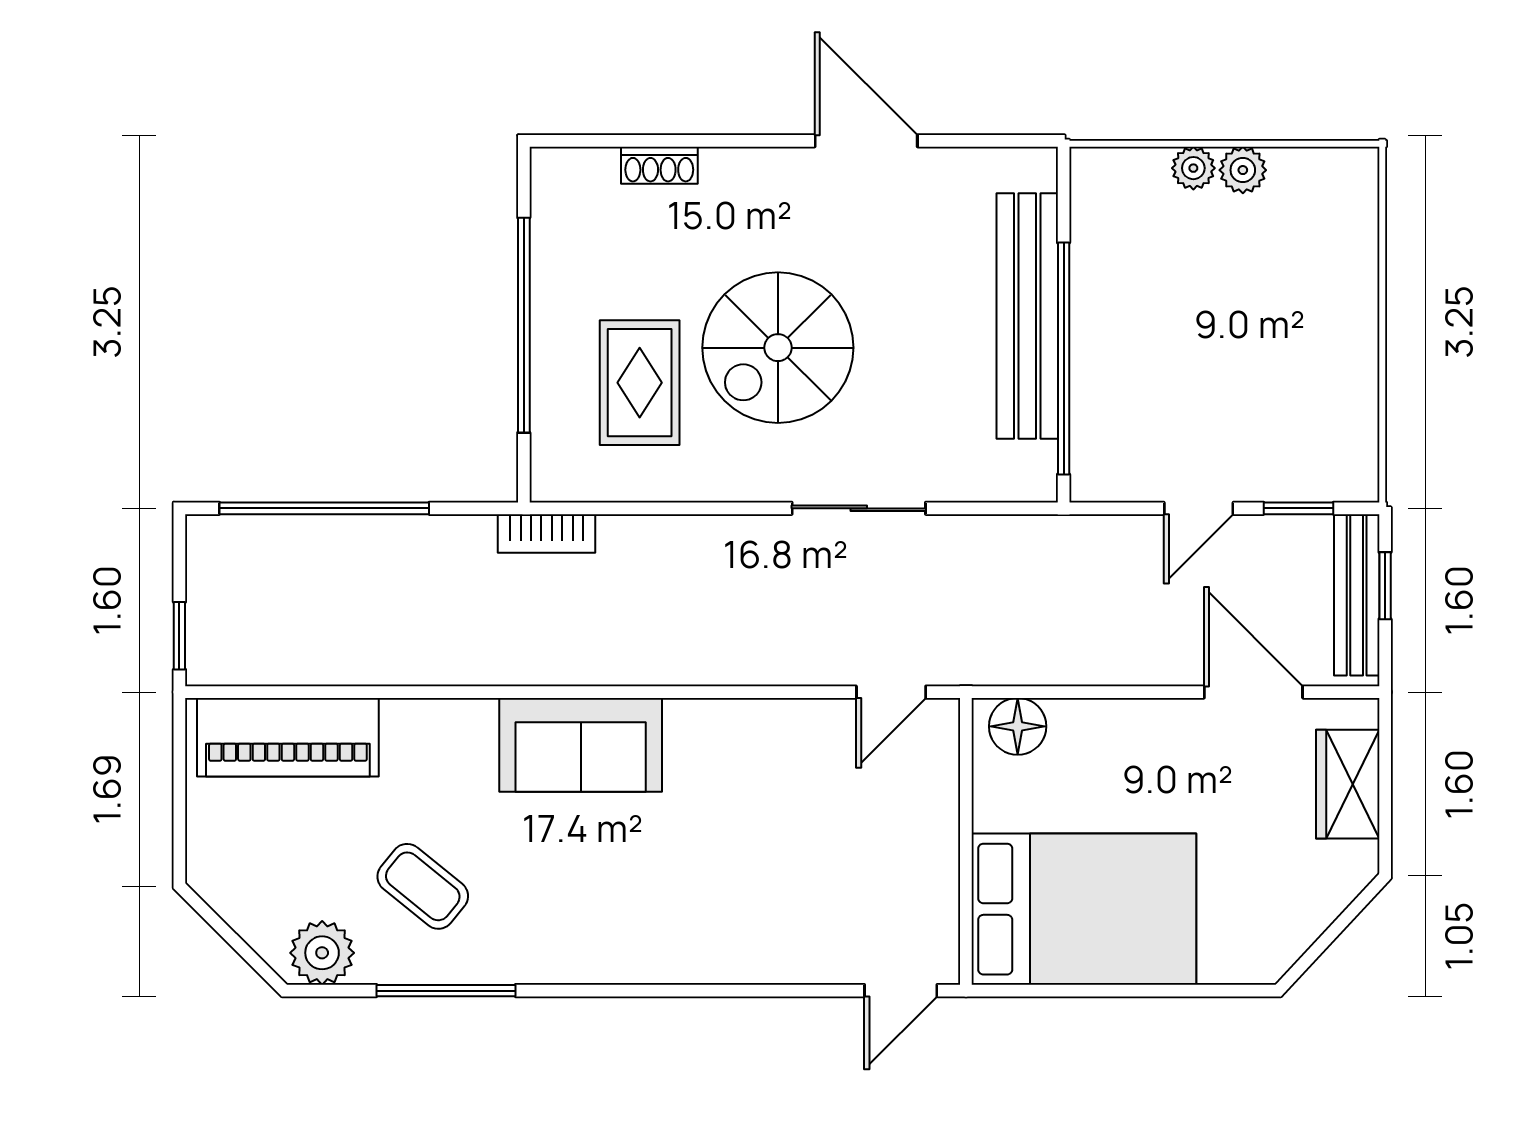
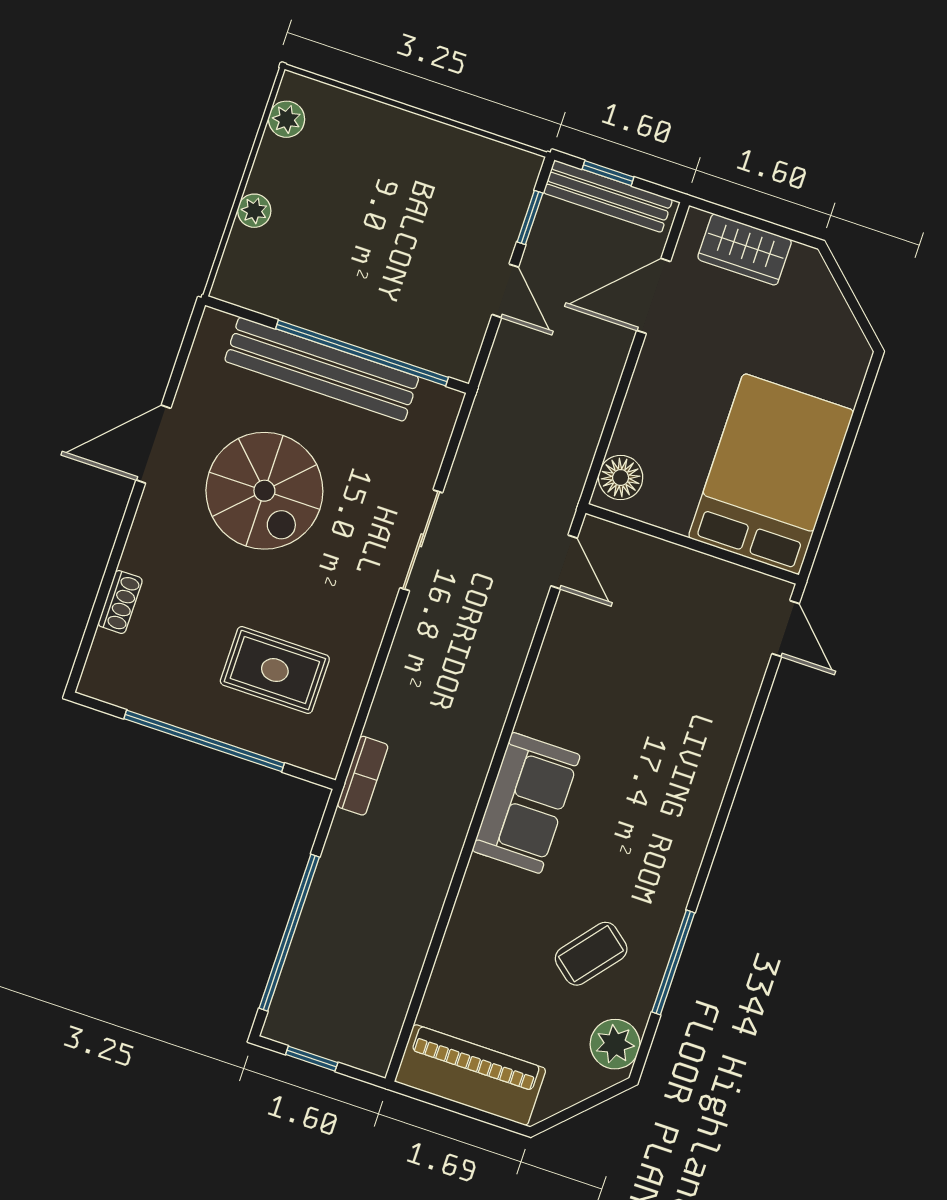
plant: (1243, 170) -> (287, 119), moved
spiral stairs: (778, 348) -> (264, 491), moved
window: (179, 636) -> (312, 1059), moved
piano: (288, 737) -> (470, 1075), moved, turned -90

